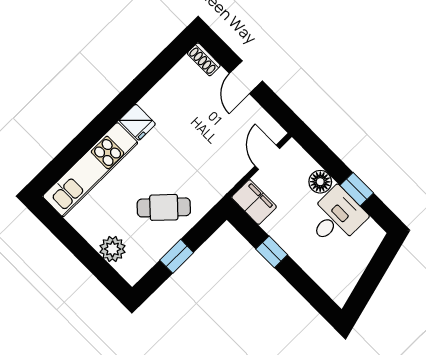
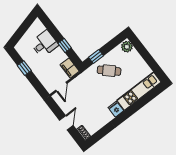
floor lamp: (320, 182) -> (40, 73), removed
desk: (336, 217) -> (44, 44), moved, turned 180
plant: (112, 249) -> (127, 47), moved
window: (177, 256) -> (96, 57), moved

